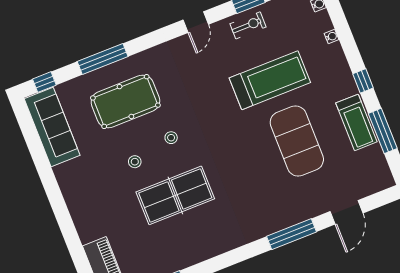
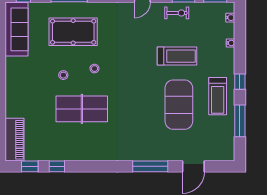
treadmill: (270, 80) -> (177, 56), width x0.73, depth x0.73
treadmill: (356, 122) -> (218, 96), moved

